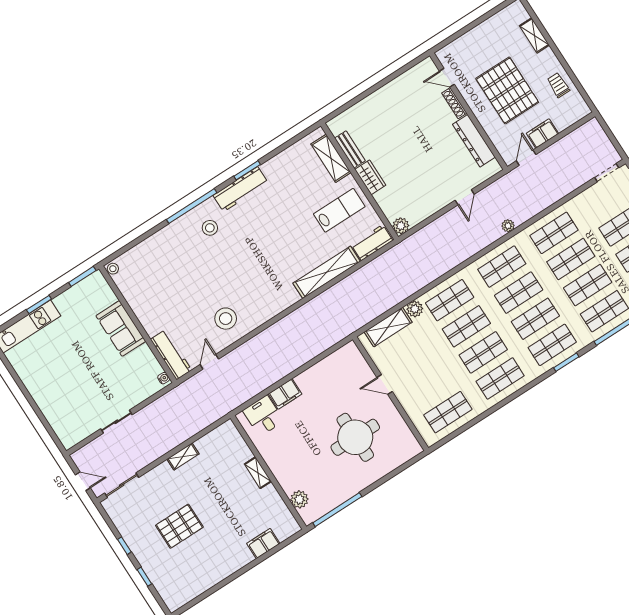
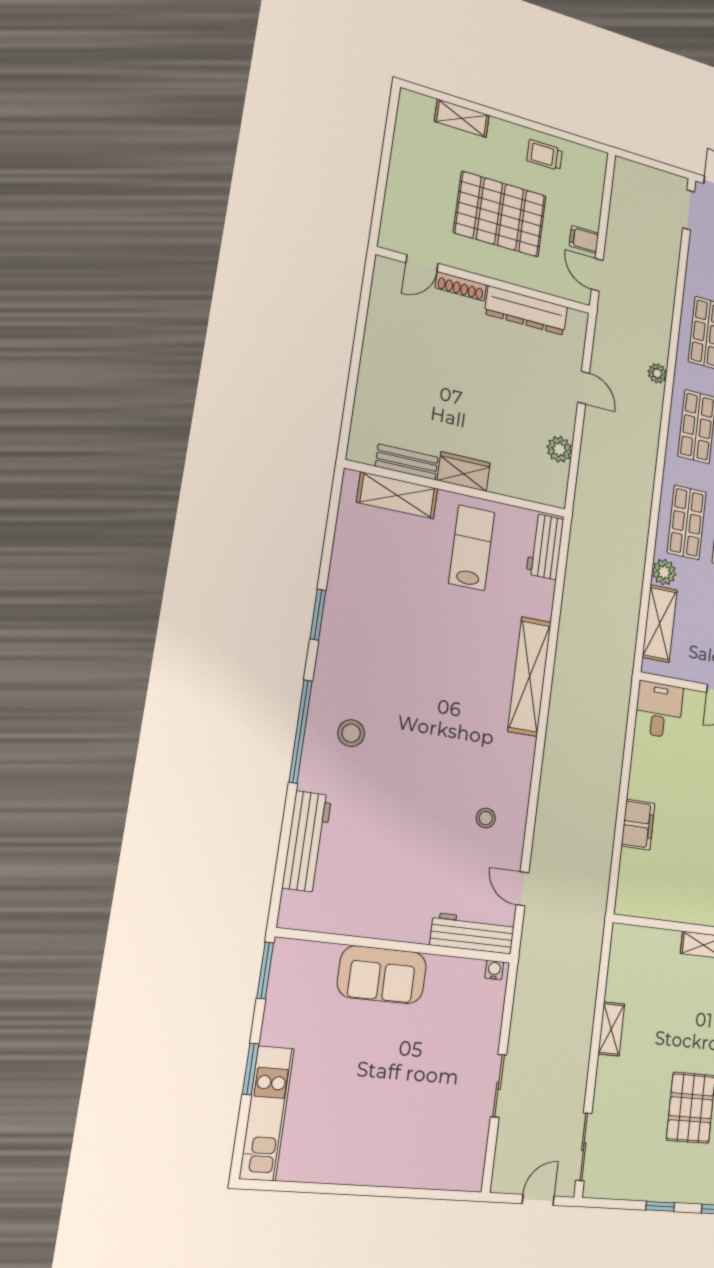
filing cabinet: (543, 134) -> (584, 240), width x0.50
workbench: (241, 189) -> (307, 841), moved
plant: (401, 226) -> (559, 449), moved
stool: (113, 269) -> (292, 917), removed
shelving: (327, 272) -> (529, 676), moved
stool: (226, 319) -> (486, 818), width x0.53, depth x0.53
desk: (263, 416) -> (659, 710), moved, turned 90

